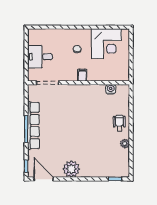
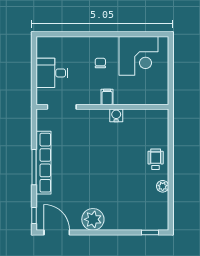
water cooler: (111, 89) -> (116, 115), moved

